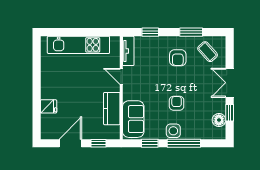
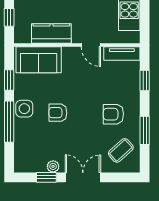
door: (121, 76) -> (91, 45), swing flipped
armchair: (177, 103) -> (58, 113), turned 180
plant: (221, 107) -> (53, 166), added
floor lamp: (219, 120) -> (37, 164), removed

